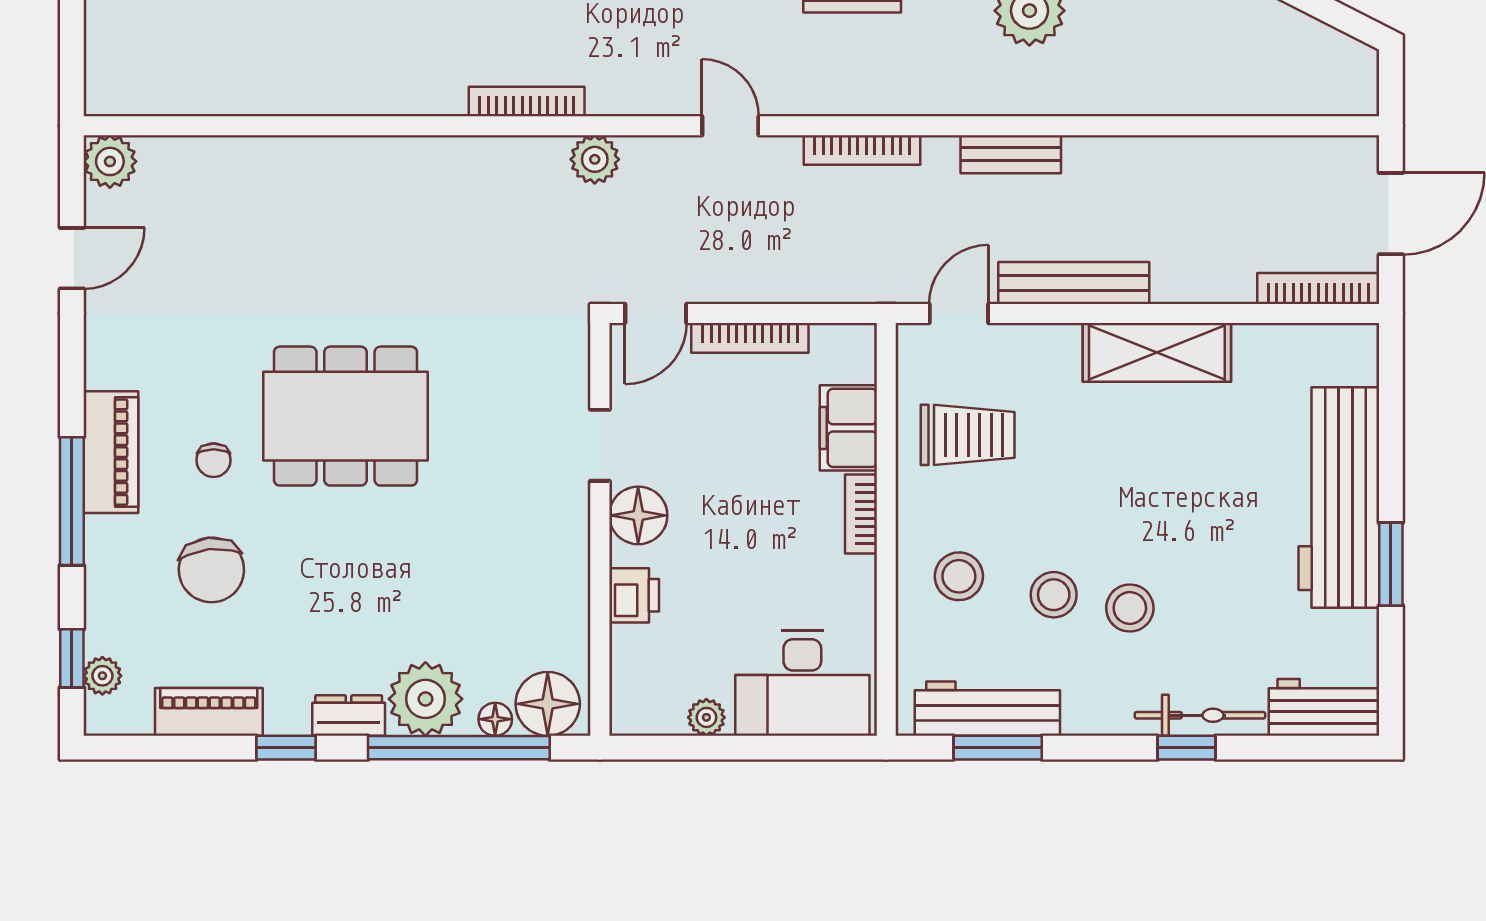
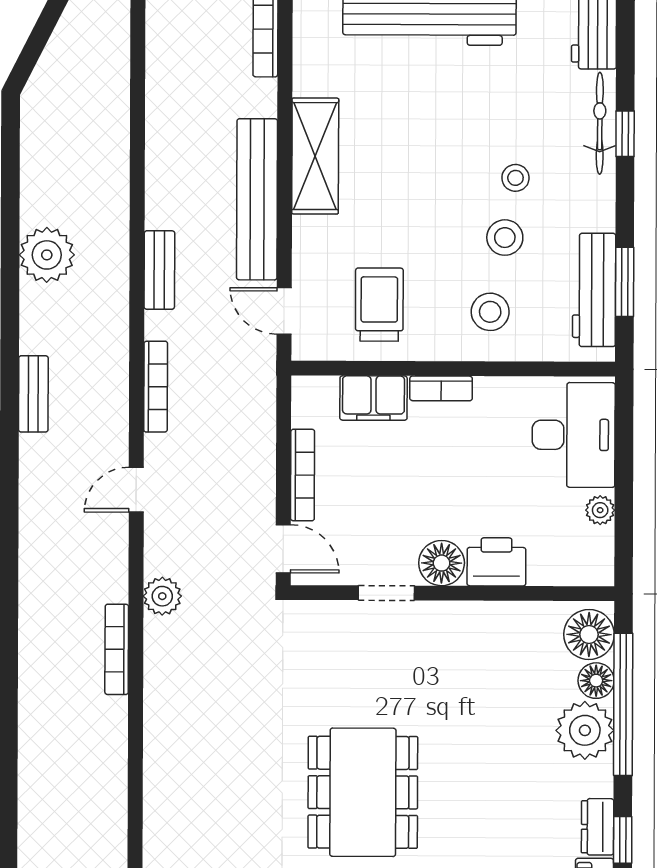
bench: (1074, 283) -> (257, 199), width x1.37, depth x1.21
printer: (634, 595) -> (496, 562), width x1.36, depth x1.24
stool: (1130, 608) -> (515, 178), width x0.73, depth x0.73
dresser: (349, 716) -> (598, 827), moved
floor lamp: (495, 719) -> (596, 681), width x1.37, depth x1.37

